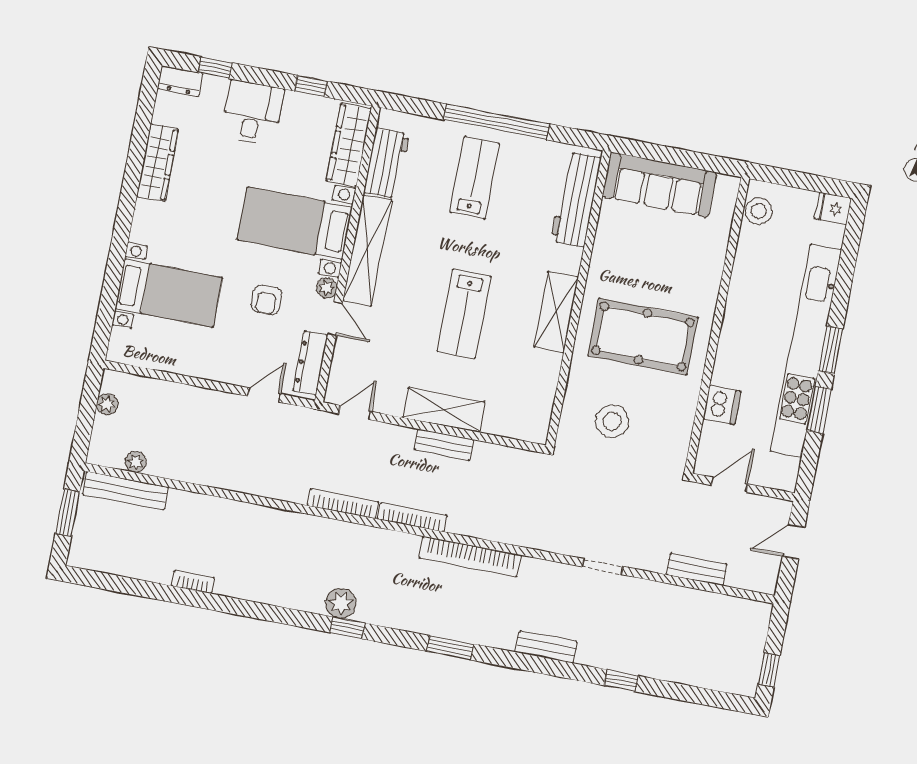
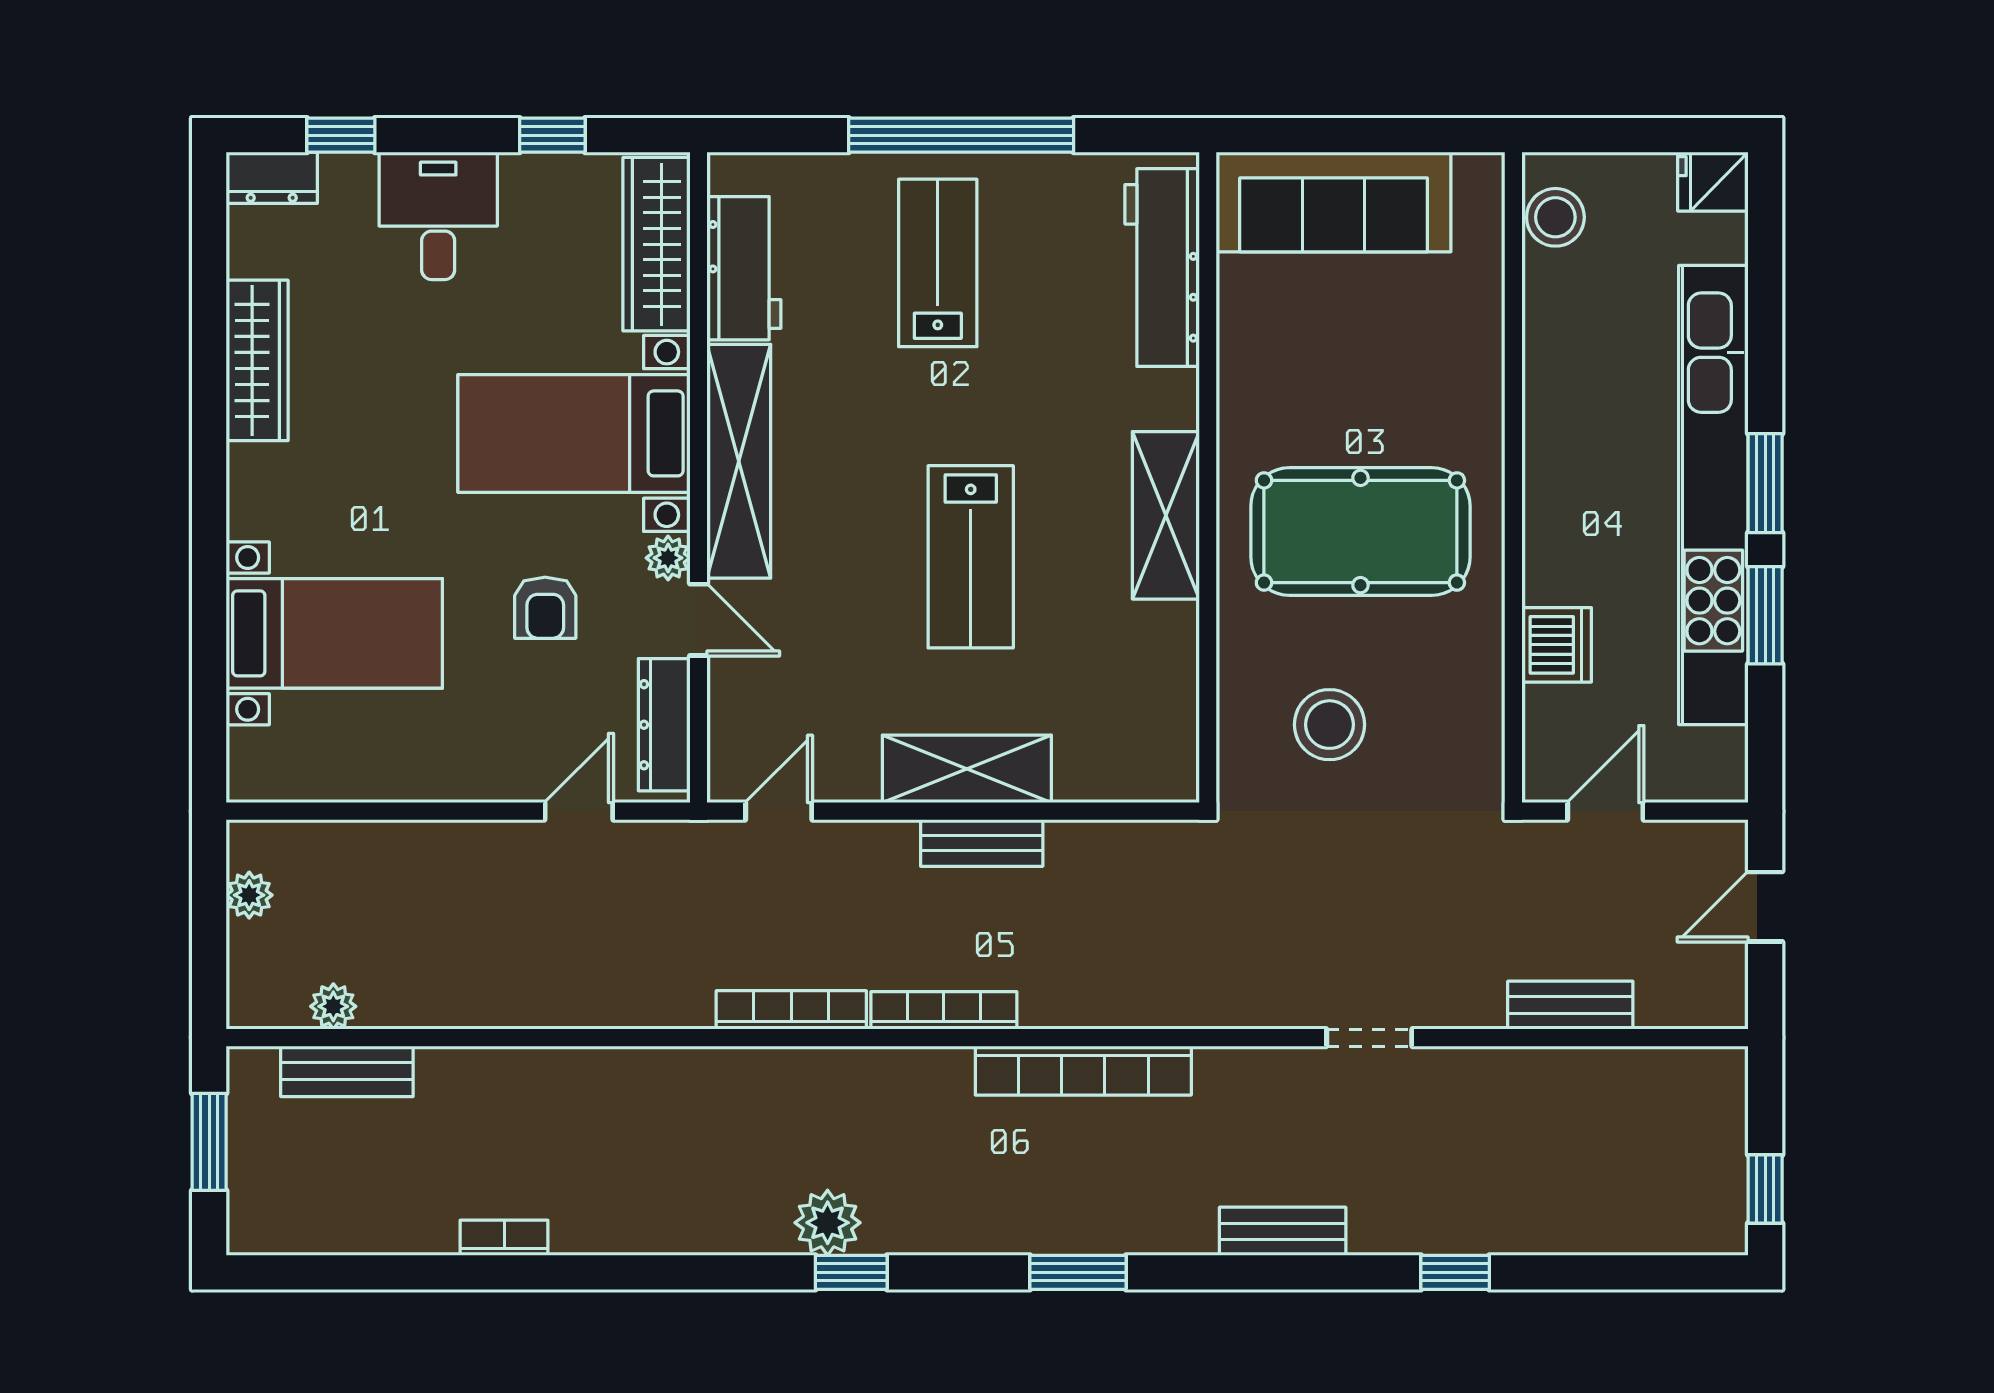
bench: (125, 491) -> (347, 1071), width x0.73

